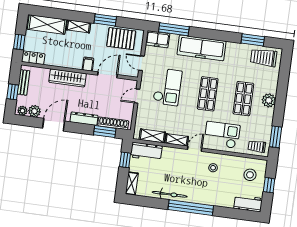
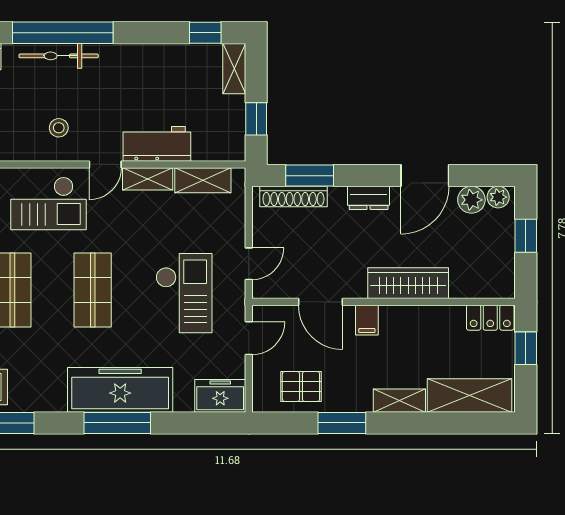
window: (174, 29) -> (117, 423), moved
pallet: (121, 39) -> (301, 386), width x0.67, depth x0.71
door: (141, 63) -> (249, 338), hinge flipped
door: (108, 75) -> (320, 302), hinge flipped
bench: (23, 82) -> (504, 260), removed
checkout: (167, 87) -> (184, 293), turned 180
dresser: (84, 119) -> (369, 198), width x0.70
workbench: (146, 151) -> (157, 144), moved
bicycle: (170, 194) -> (59, 56), moved
window: (142, 201) -> (205, 33), added
window: (191, 208) -> (63, 33), moved

